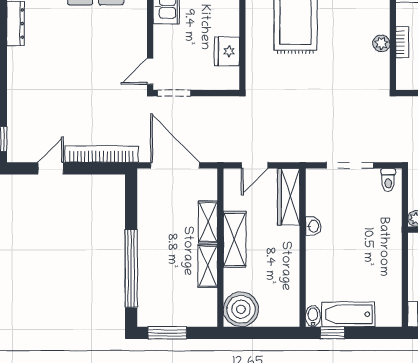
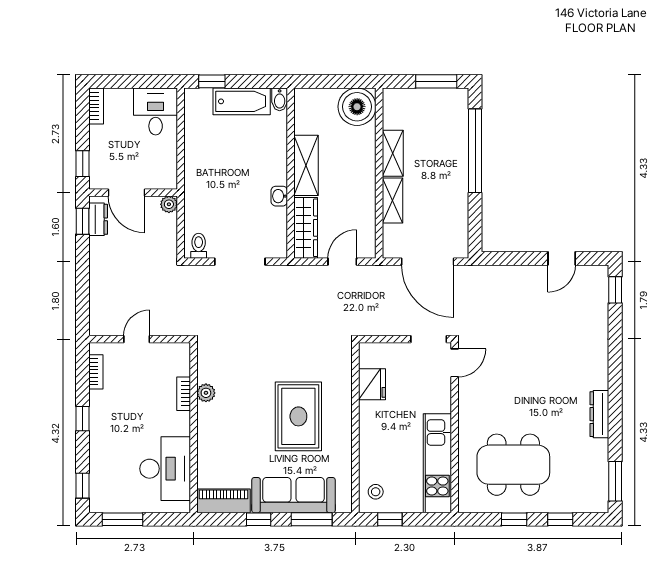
bookcase: (102, 154) -> (507, 274), removed
shelving: (235, 239) -> (306, 165), moved
window: (332, 333) -> (212, 81), moved

